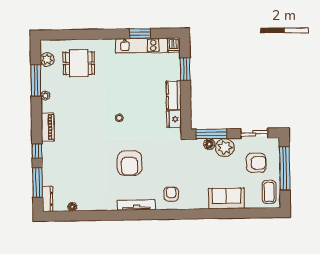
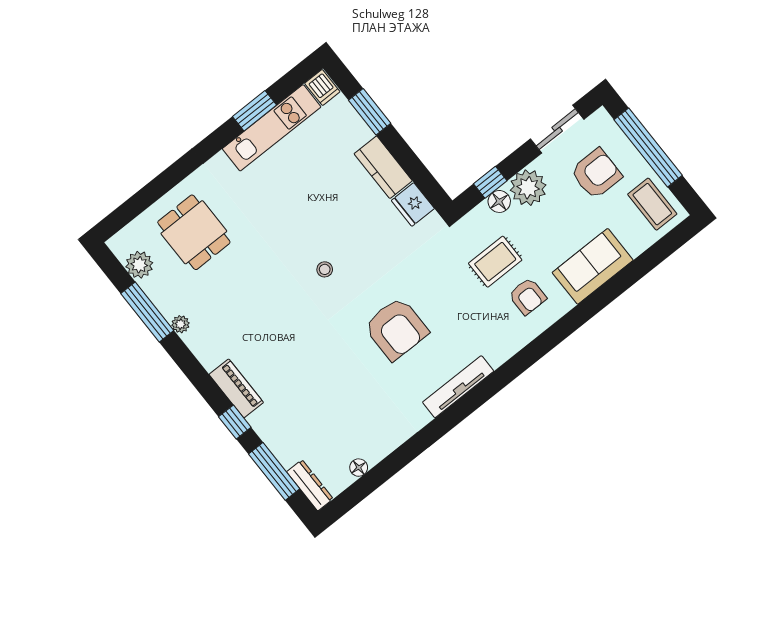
dining table: (79, 63) -> (194, 232), turned 90
piano: (48, 127) -> (236, 388), moved
window: (211, 134) -> (490, 182), width x0.46
rug: (189, 167) -> (495, 262), added
armchair: (171, 194) -> (527, 296), moved, turned 180

